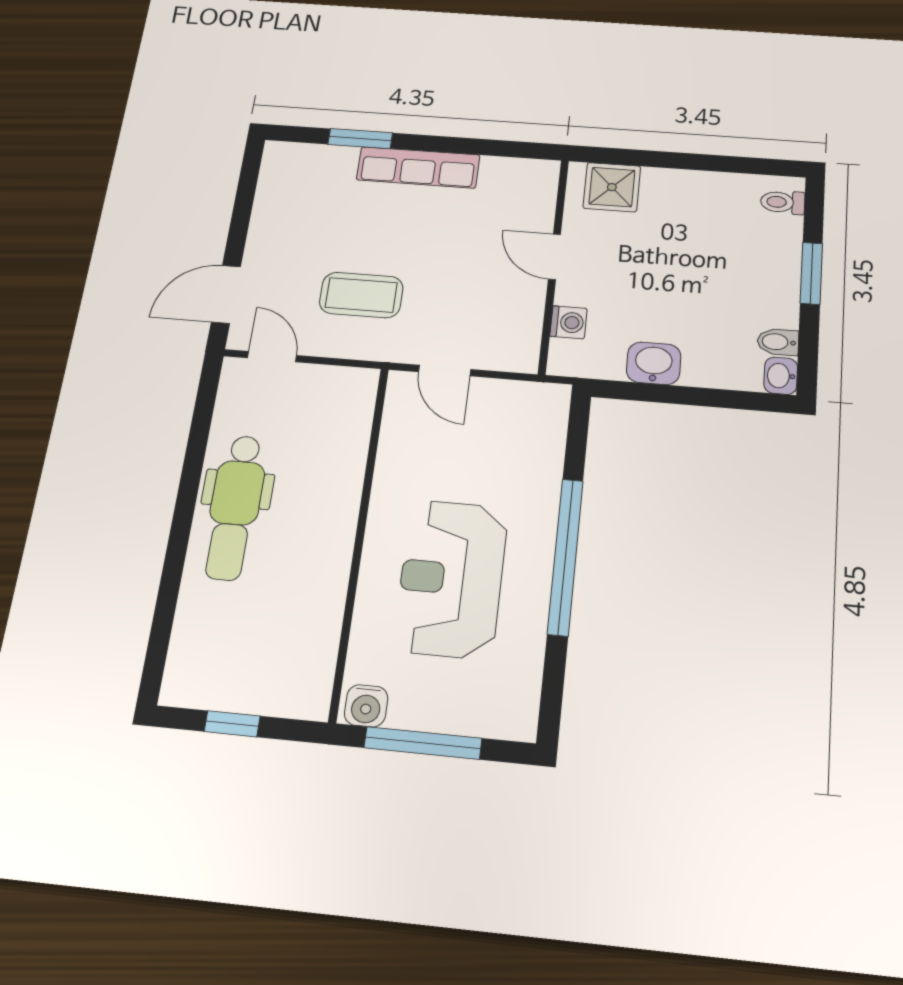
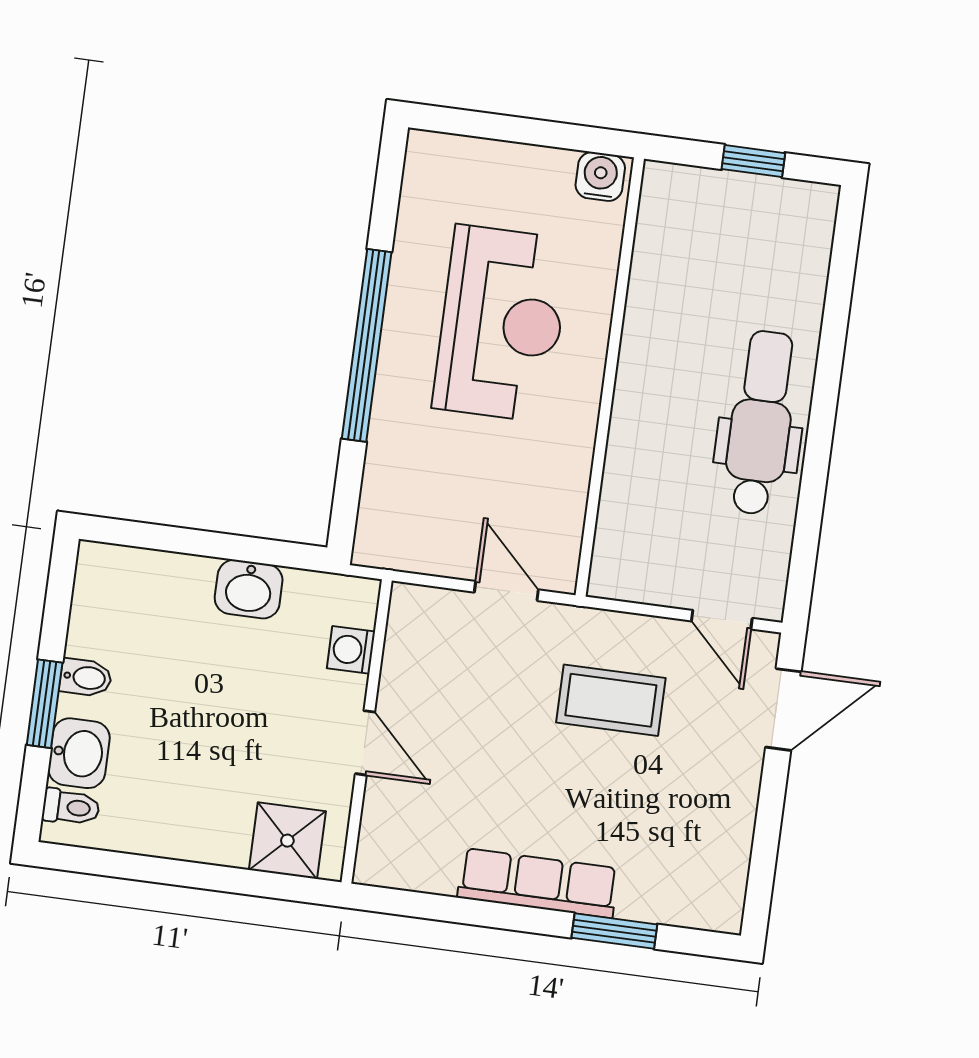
bidet: (778, 342) -> (86, 678), moved
washbasin: (781, 376) -> (79, 753), moved, width x1.38, depth x1.45
window: (423, 743) -> (536, 132), removed

